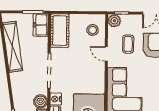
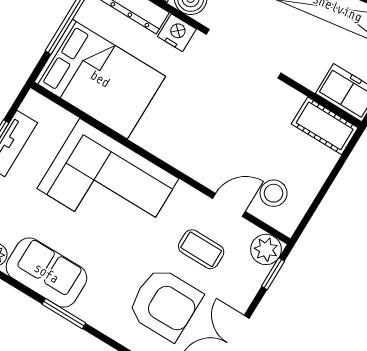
cot: (60, 31) -> (325, 126), width x0.73, depth x0.75
door: (106, 54) -> (229, 205), moved

